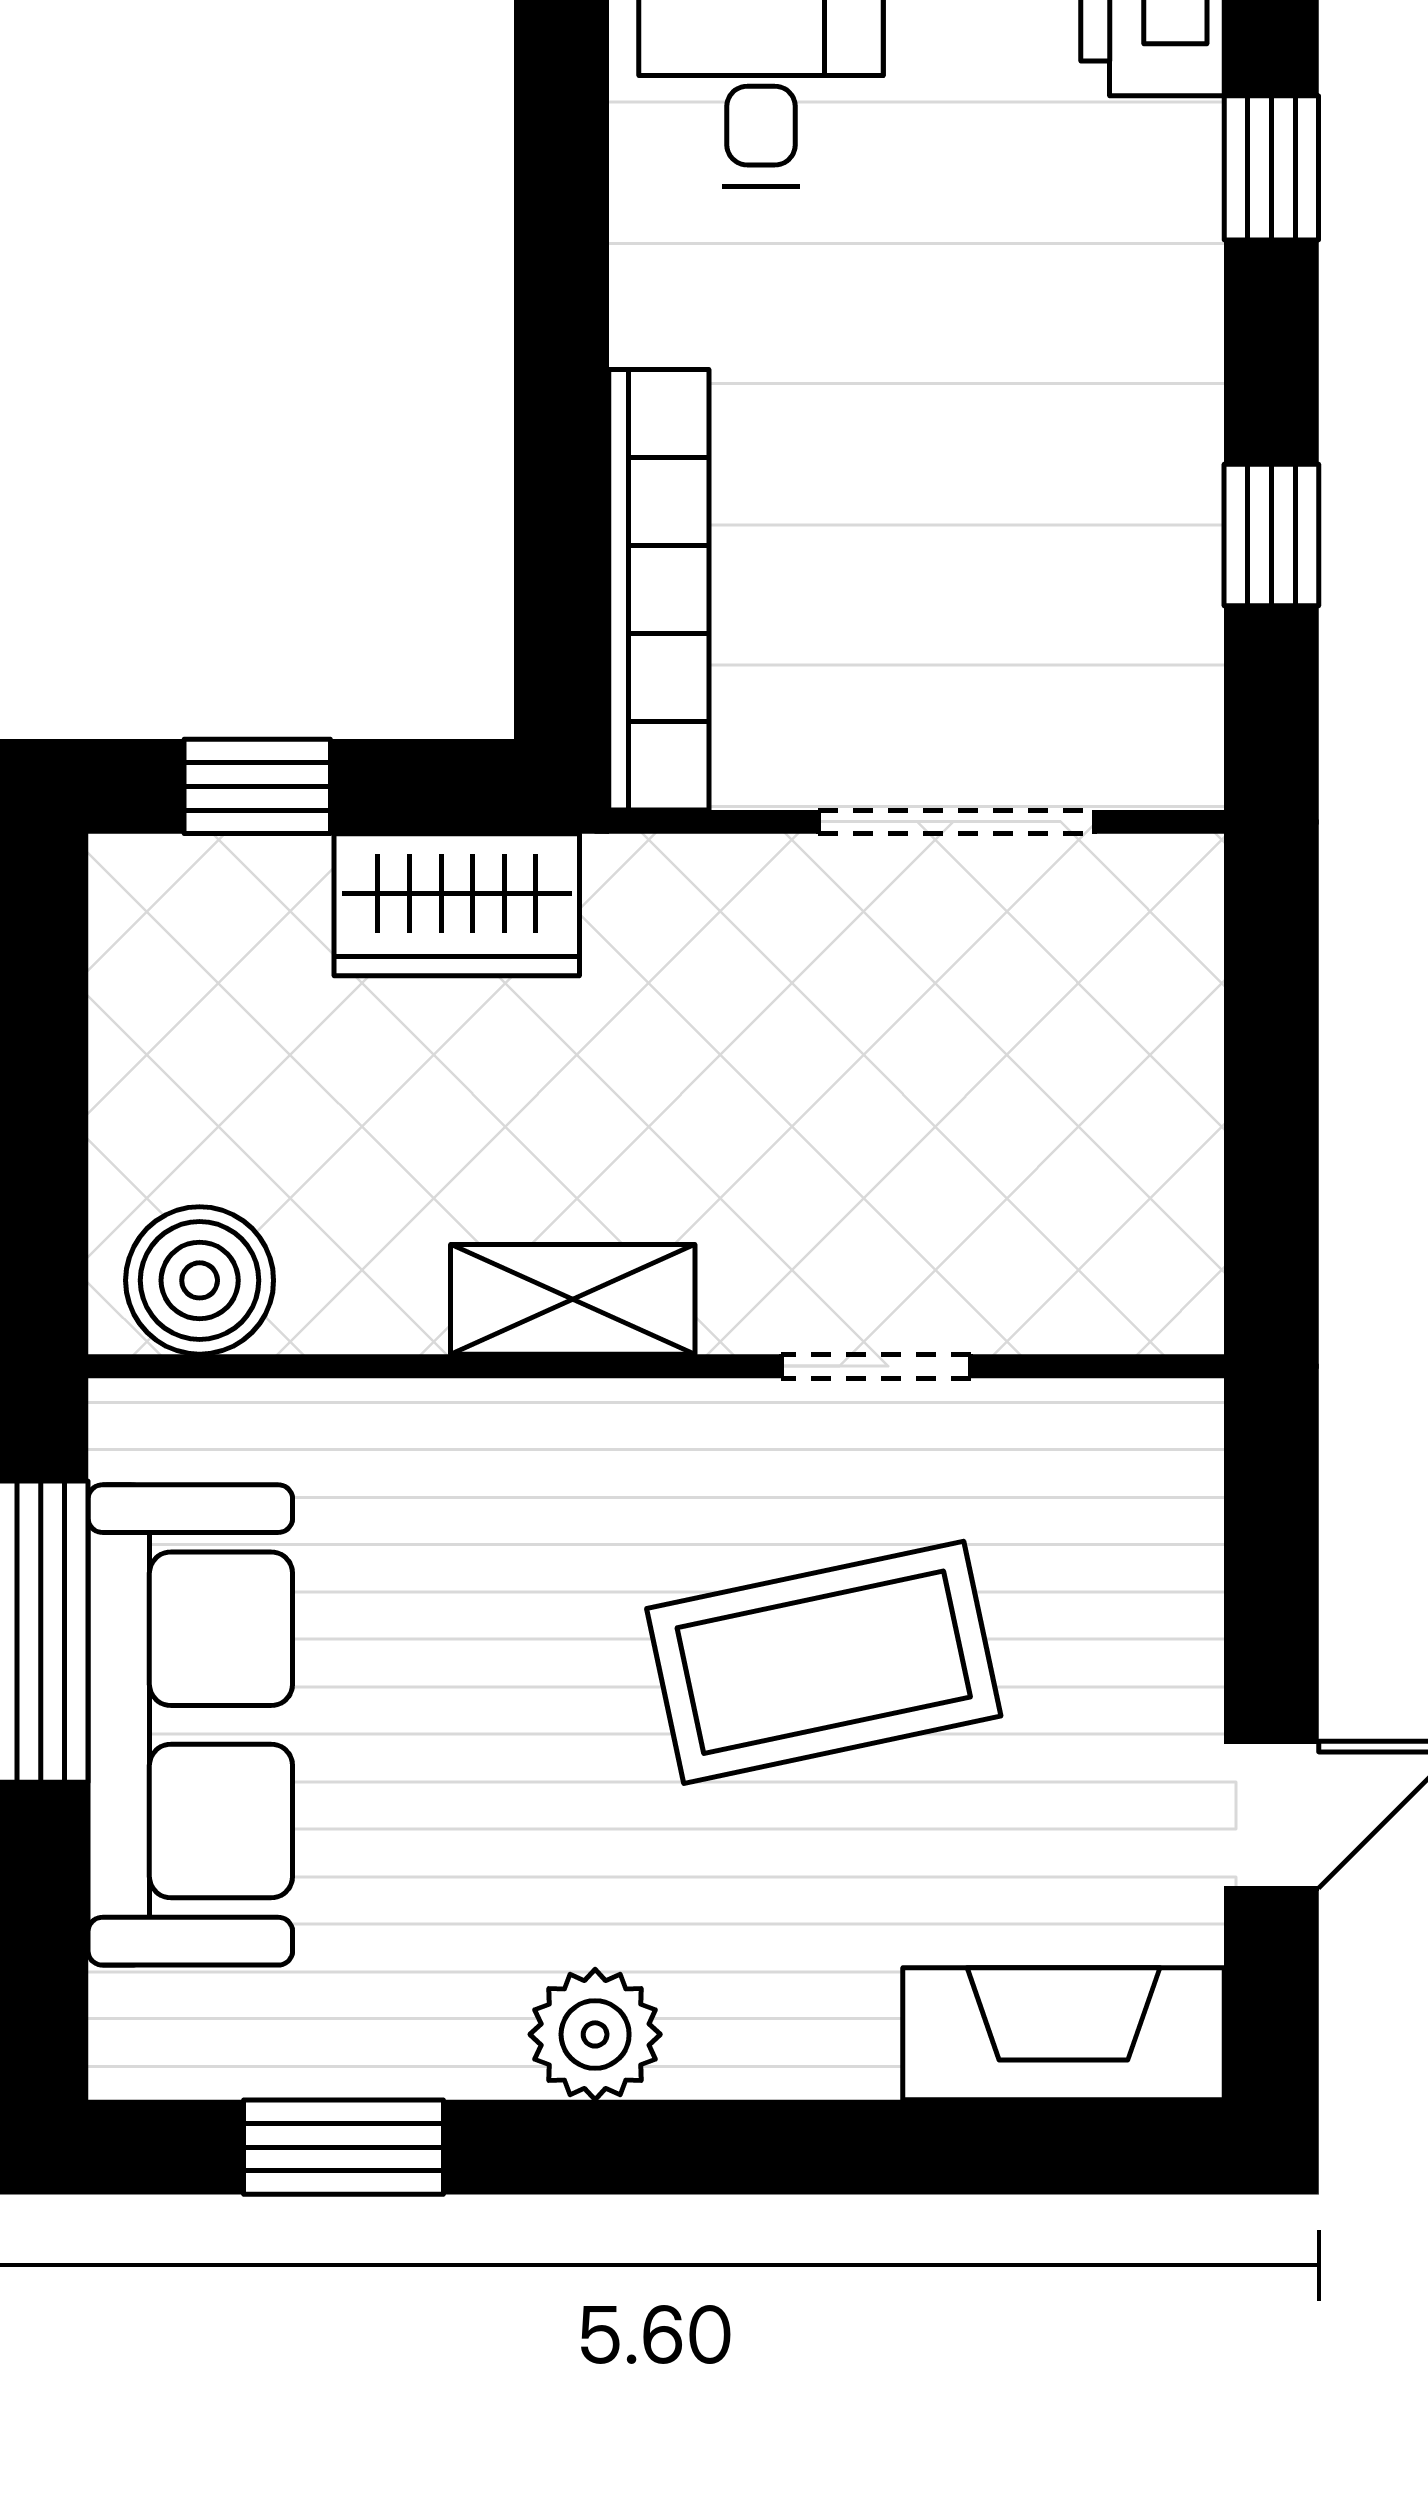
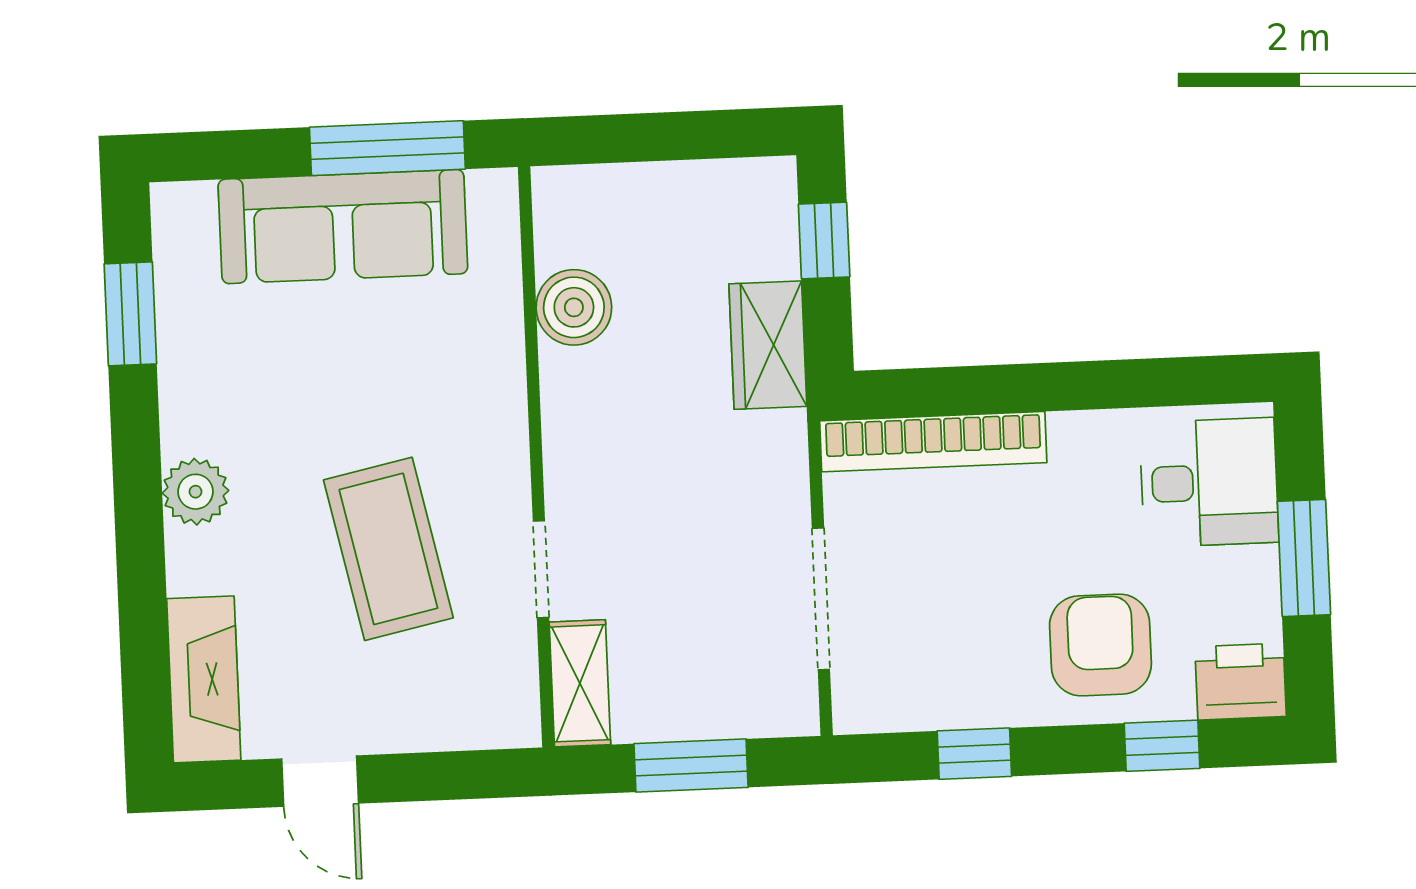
armchair: (1070, 280) -> (1100, 645), added
window: (1271, 1089) -> (691, 765), added
boiler: (200, 1280) -> (574, 307), moved
shelving: (573, 1299) -> (580, 683), moved
plant: (595, 2034) -> (196, 492), moved

